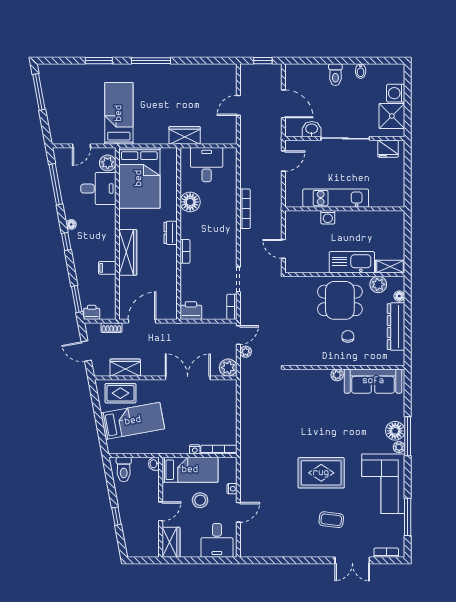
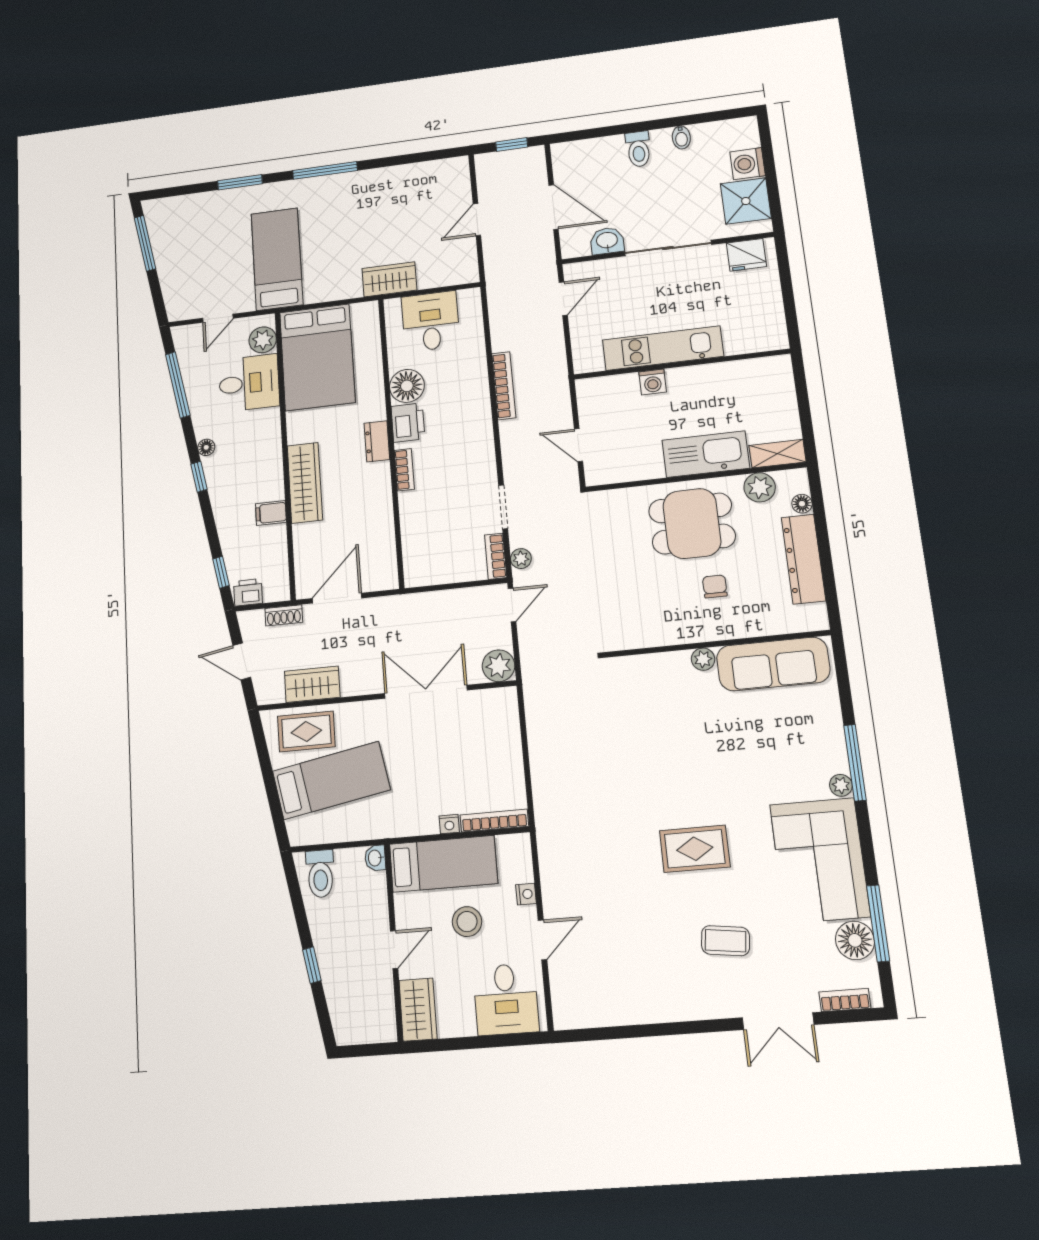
window: (77, 299) -> (221, 572), width x0.67
printer: (191, 311) -> (408, 423), moved, turned 90
plant: (246, 352) -> (521, 559), moved
floor lamp: (395, 431) -> (855, 940), moved
rug: (321, 473) -> (695, 849), width x0.73, depth x0.70

